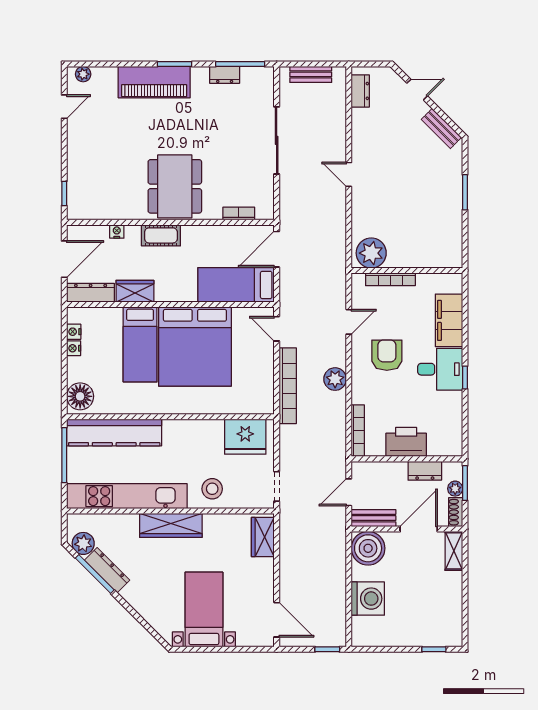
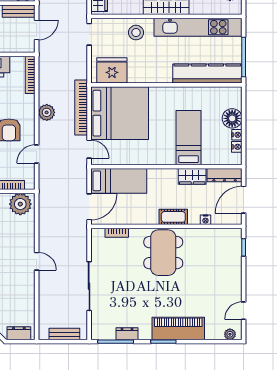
dresser: (360, 91) -> (19, 333), moved, turned 90
bed: (195, 347) -> (120, 113), moved, turned 90
floor lamp: (80, 396) -> (232, 118), moved

